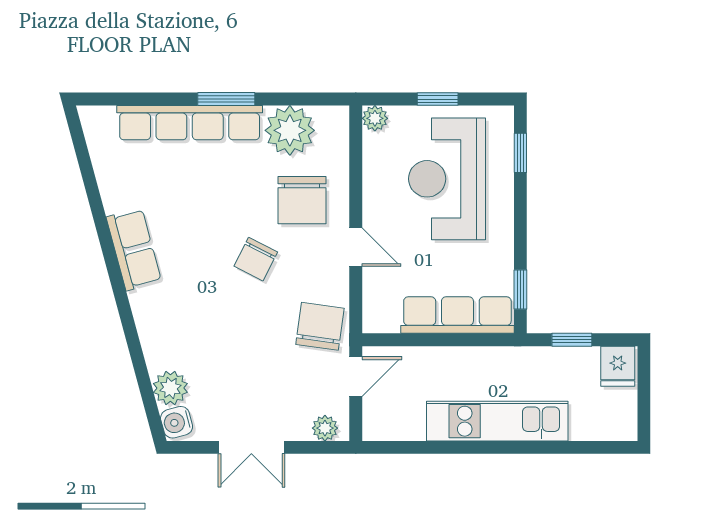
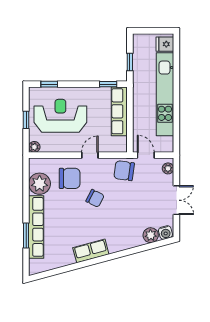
window: (226, 99) -> (26, 235), moved
reception desk: (447, 179) -> (60, 116), turned 180
fridge: (618, 366) -> (165, 44), moved, turned 180
kitchen unit: (497, 421) -> (165, 94), width x1.36

